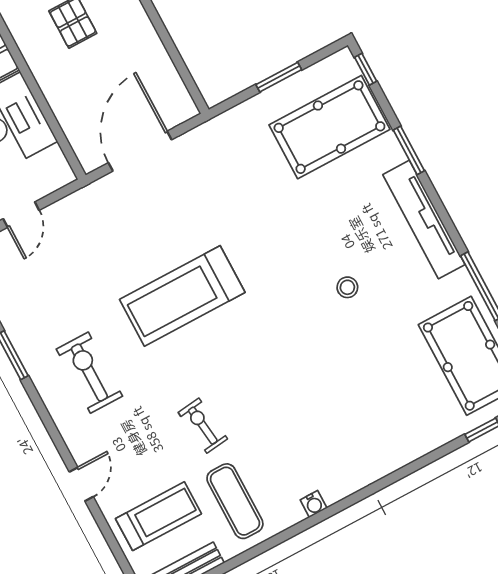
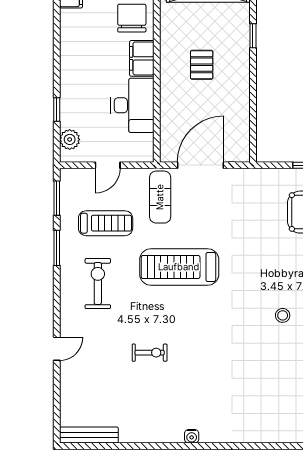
exercise bike: (203, 426) -> (150, 353), turned 97
exercise mat: (235, 501) -> (160, 197), moved
treadmill: (159, 516) -> (106, 223), moved

